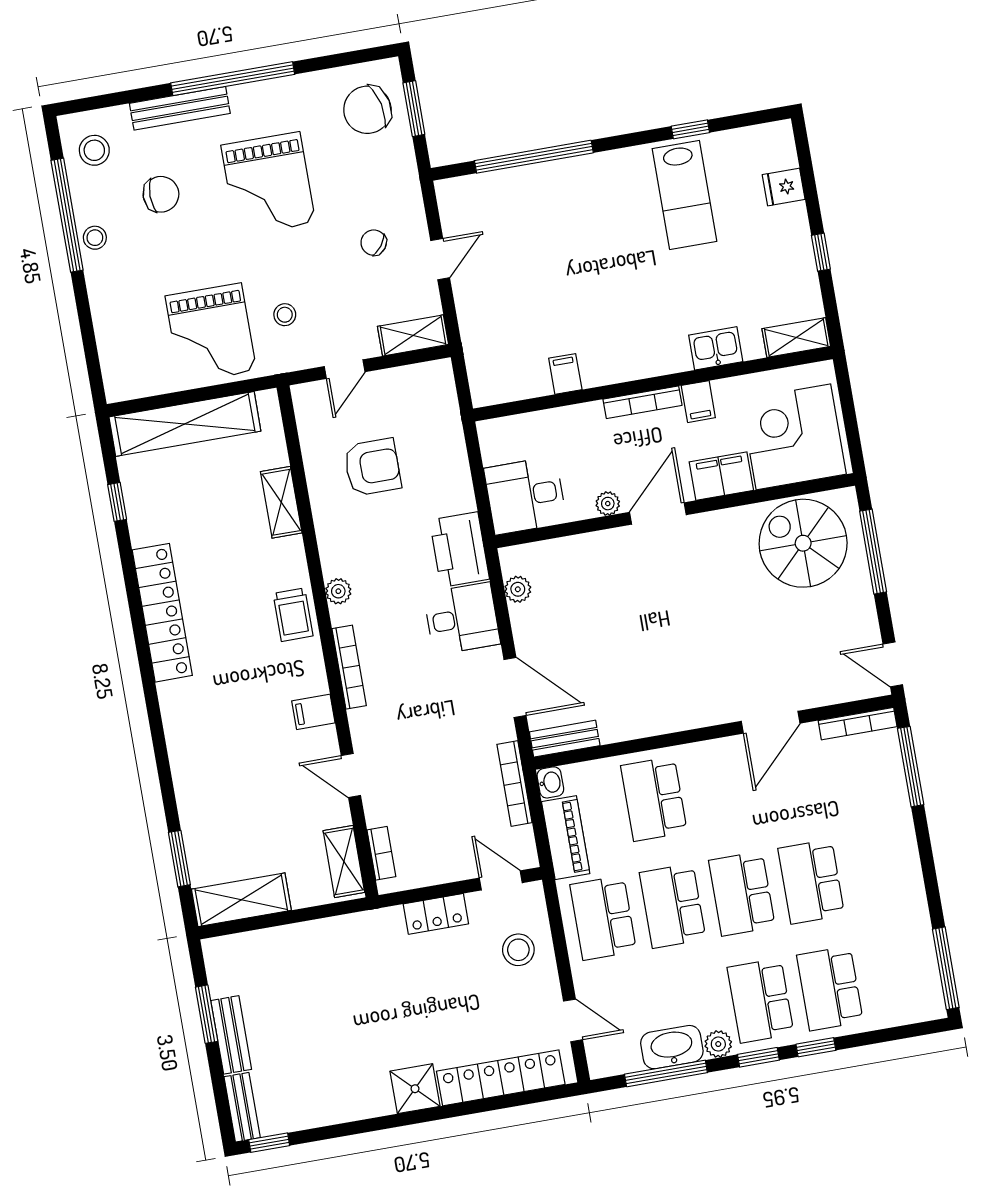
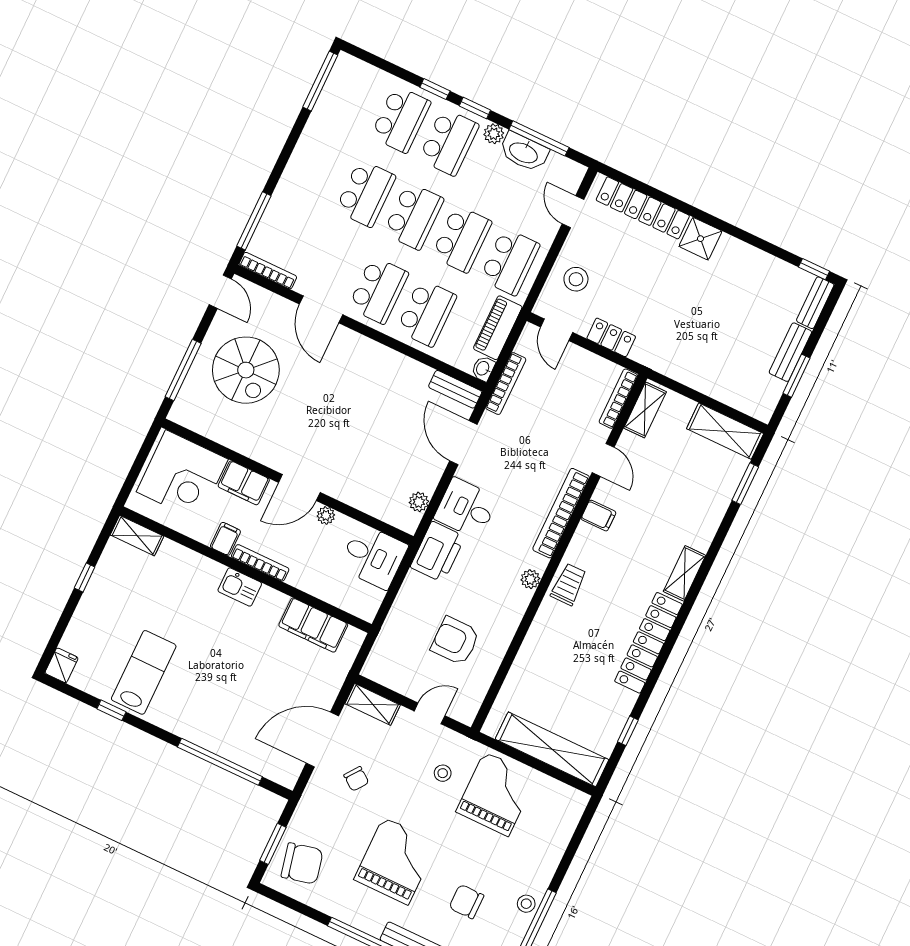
fridge: (784, 187) -> (62, 665), moved, turned -90
door: (440, 259) -> (322, 740), width x1.87
kitchen sink: (716, 348) -> (240, 587), moved
filing cabinet: (565, 374) -> (313, 625), width x3.00, depth x1.17
shelving: (281, 502) -> (685, 573), moved
spiral stairs: (803, 543) -> (246, 370), moved
bookcase: (349, 667) -> (561, 513), width x1.48, depth x1.31
door: (771, 722) -> (321, 309), swing flipped
school desk: (723, 787) -> (378, 290), added
bookcase: (381, 853) -> (618, 399), width x1.56

